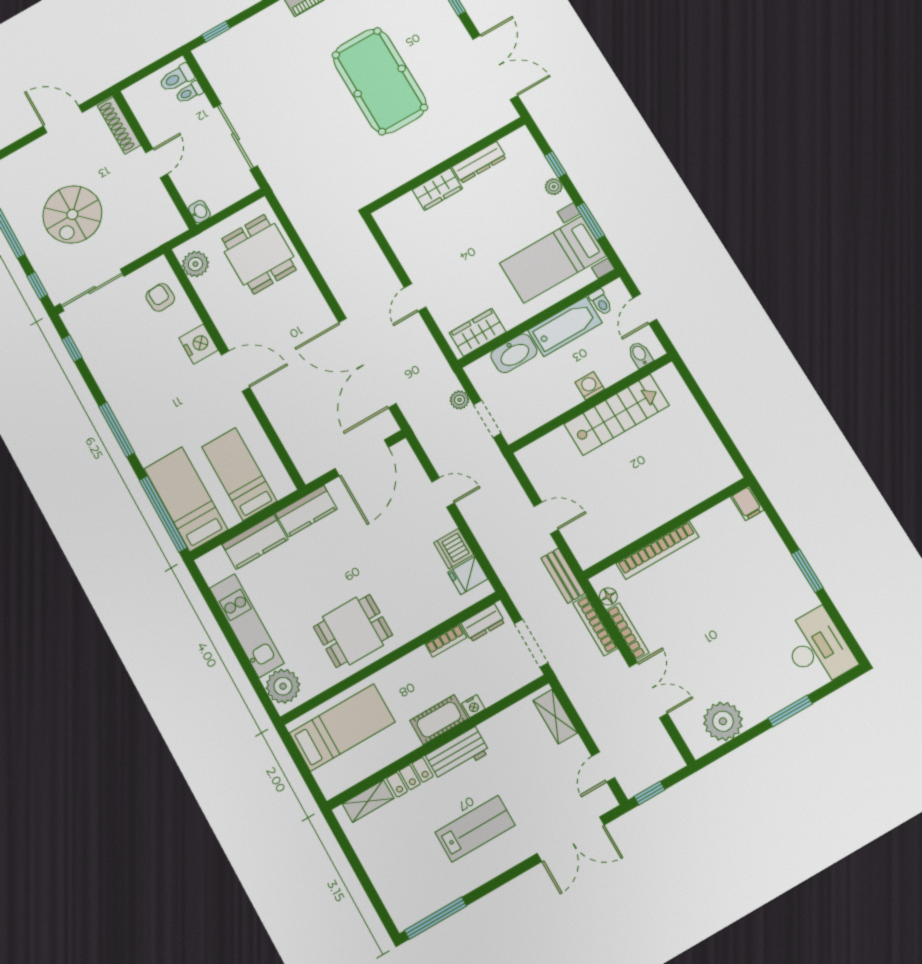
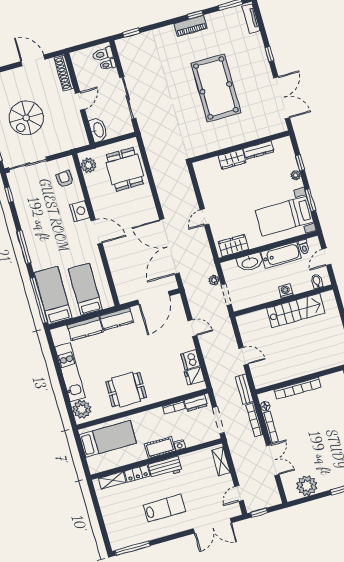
washbasin: (199, 212) -> (98, 130), width x1.91, depth x1.45

